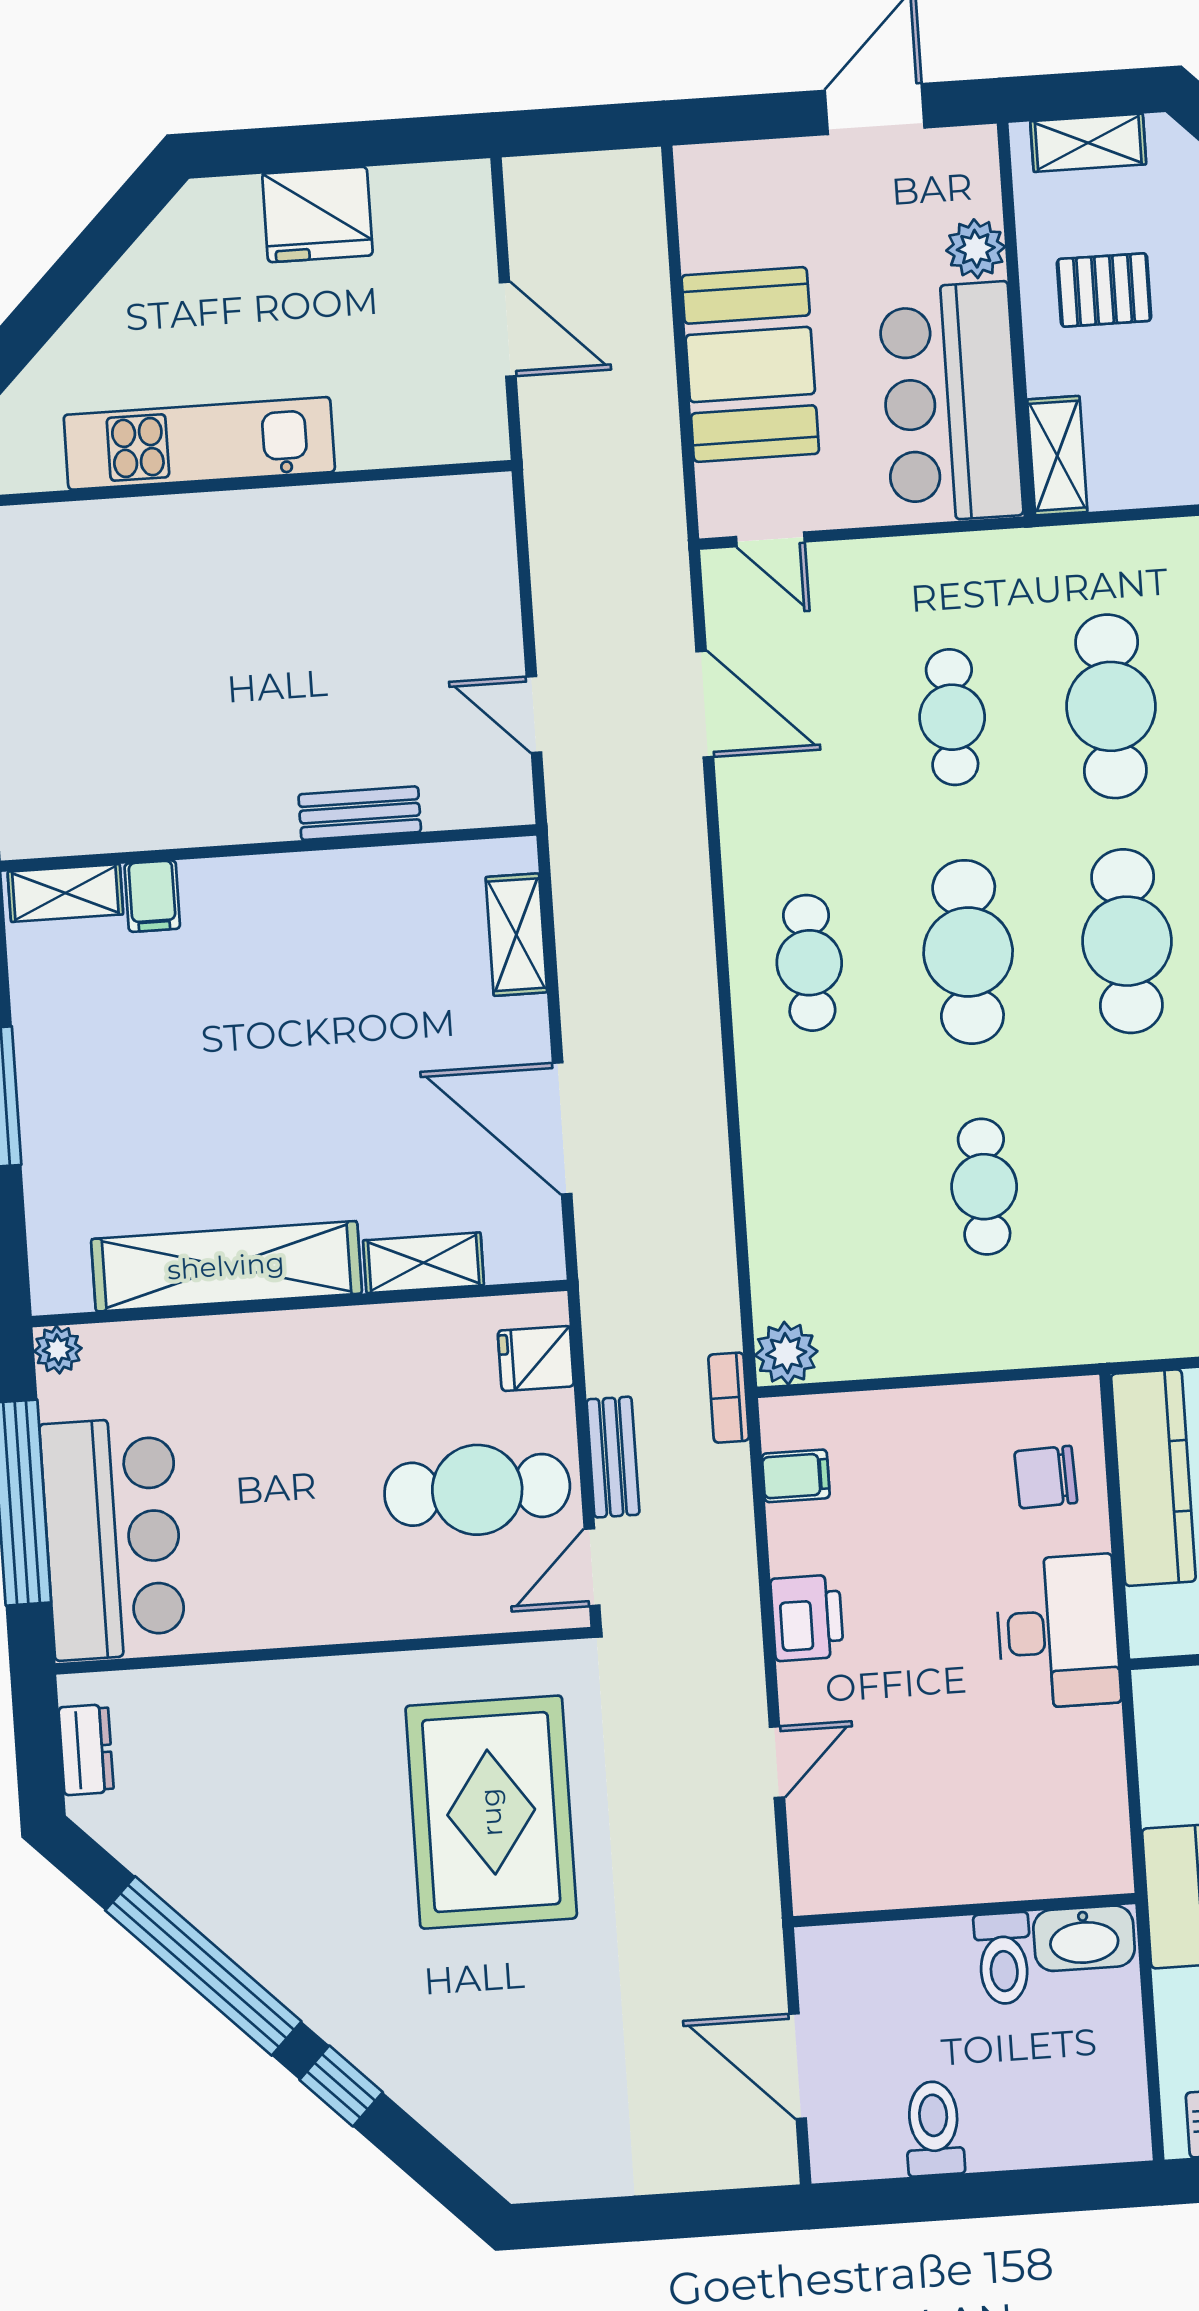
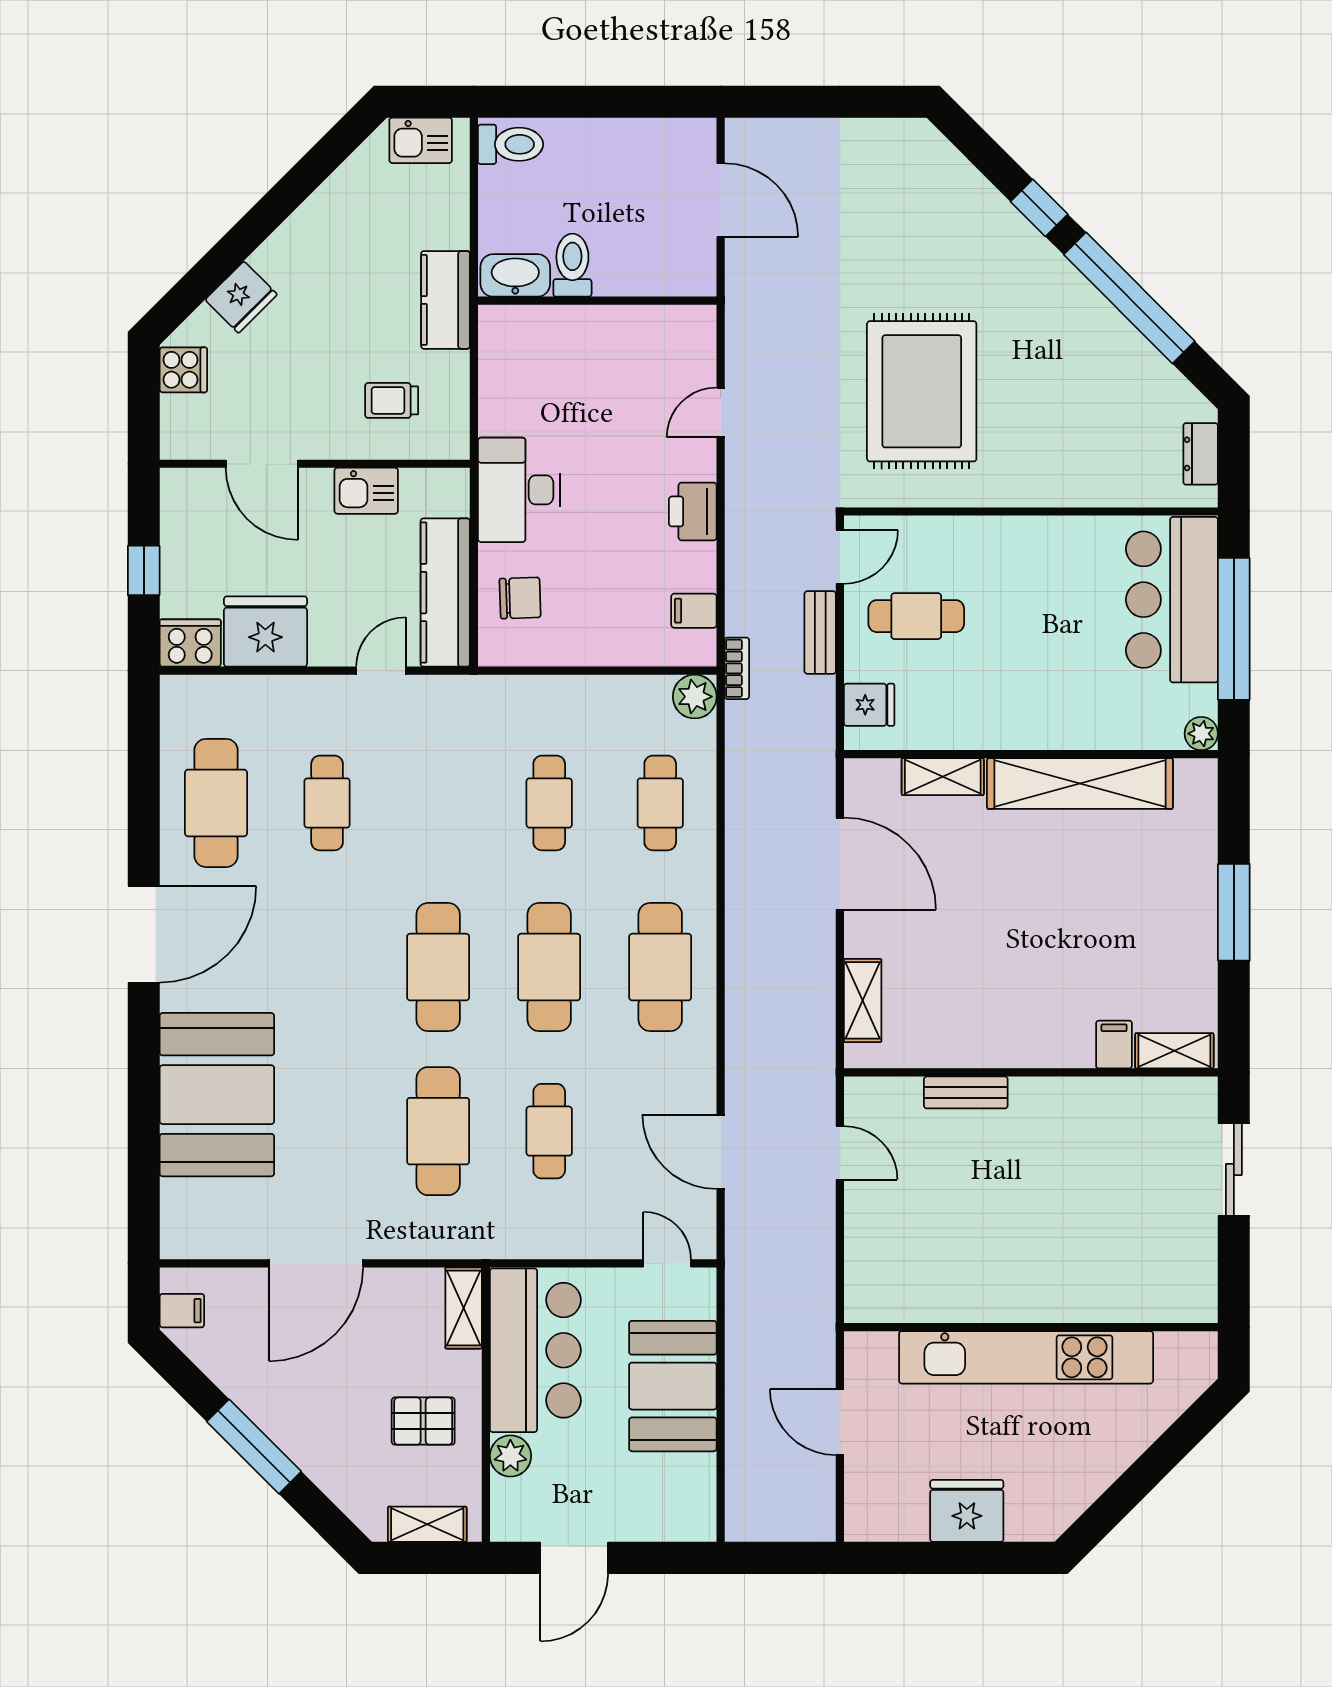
kitchen unit: (199, 443) -> (1026, 1357), width x1.36
cafe table: (809, 963) -> (660, 967), width x1.37, depth x1.35
cafe table: (825, 1198) -> (660, 803), added
cafe table: (477, 1490) -> (916, 616), width x0.73, depth x0.74
toilet: (934, 2128) -> (510, 144), moved, turned -90

